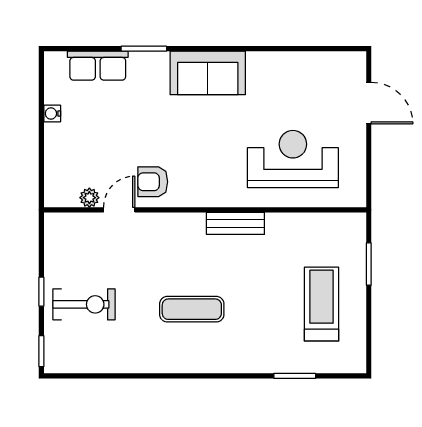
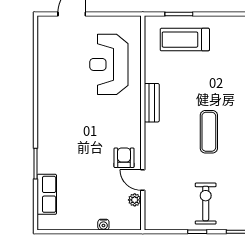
sofa: (208, 73) -> (52, 121), removed
water cooler: (52, 113) -> (103, 225), moved
armchair: (153, 182) -> (124, 158), turned 180
treadmill: (322, 304) -> (185, 40), moved

